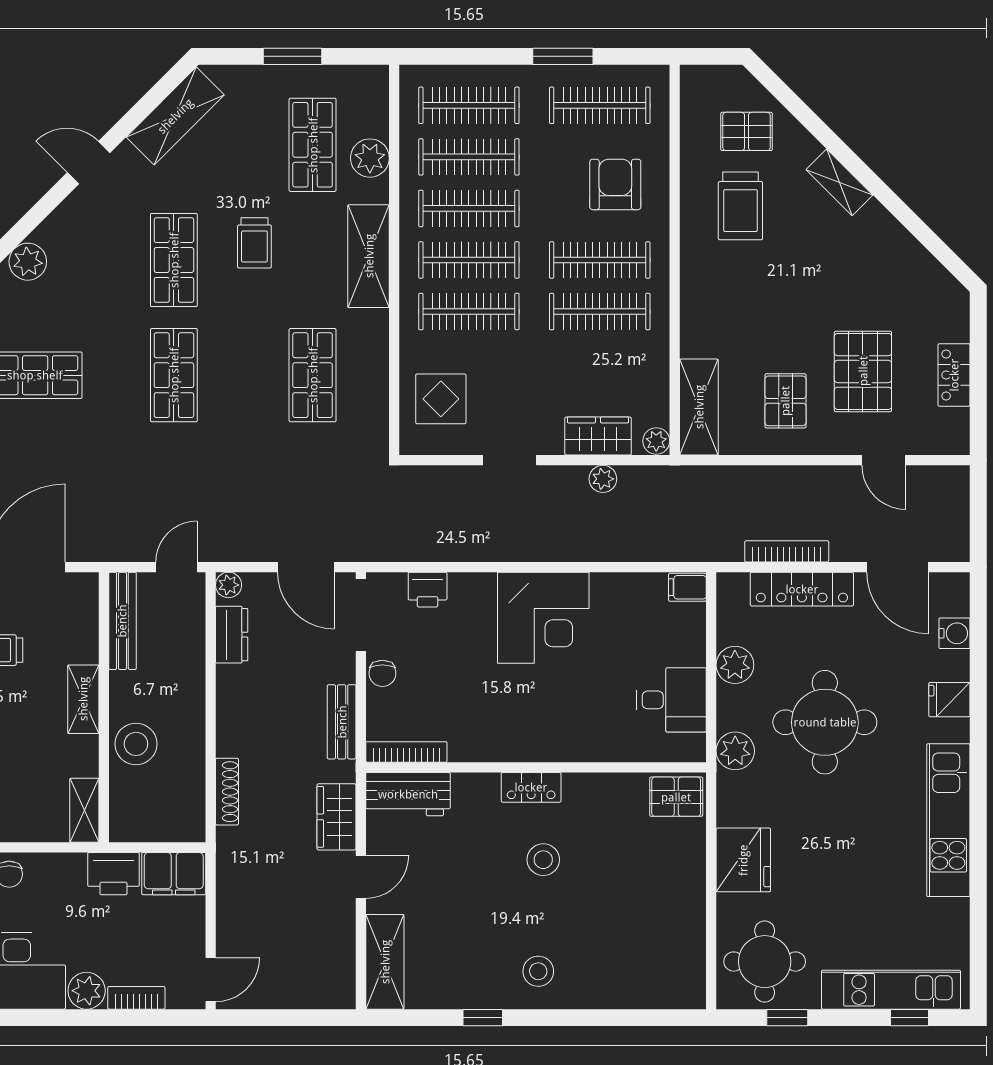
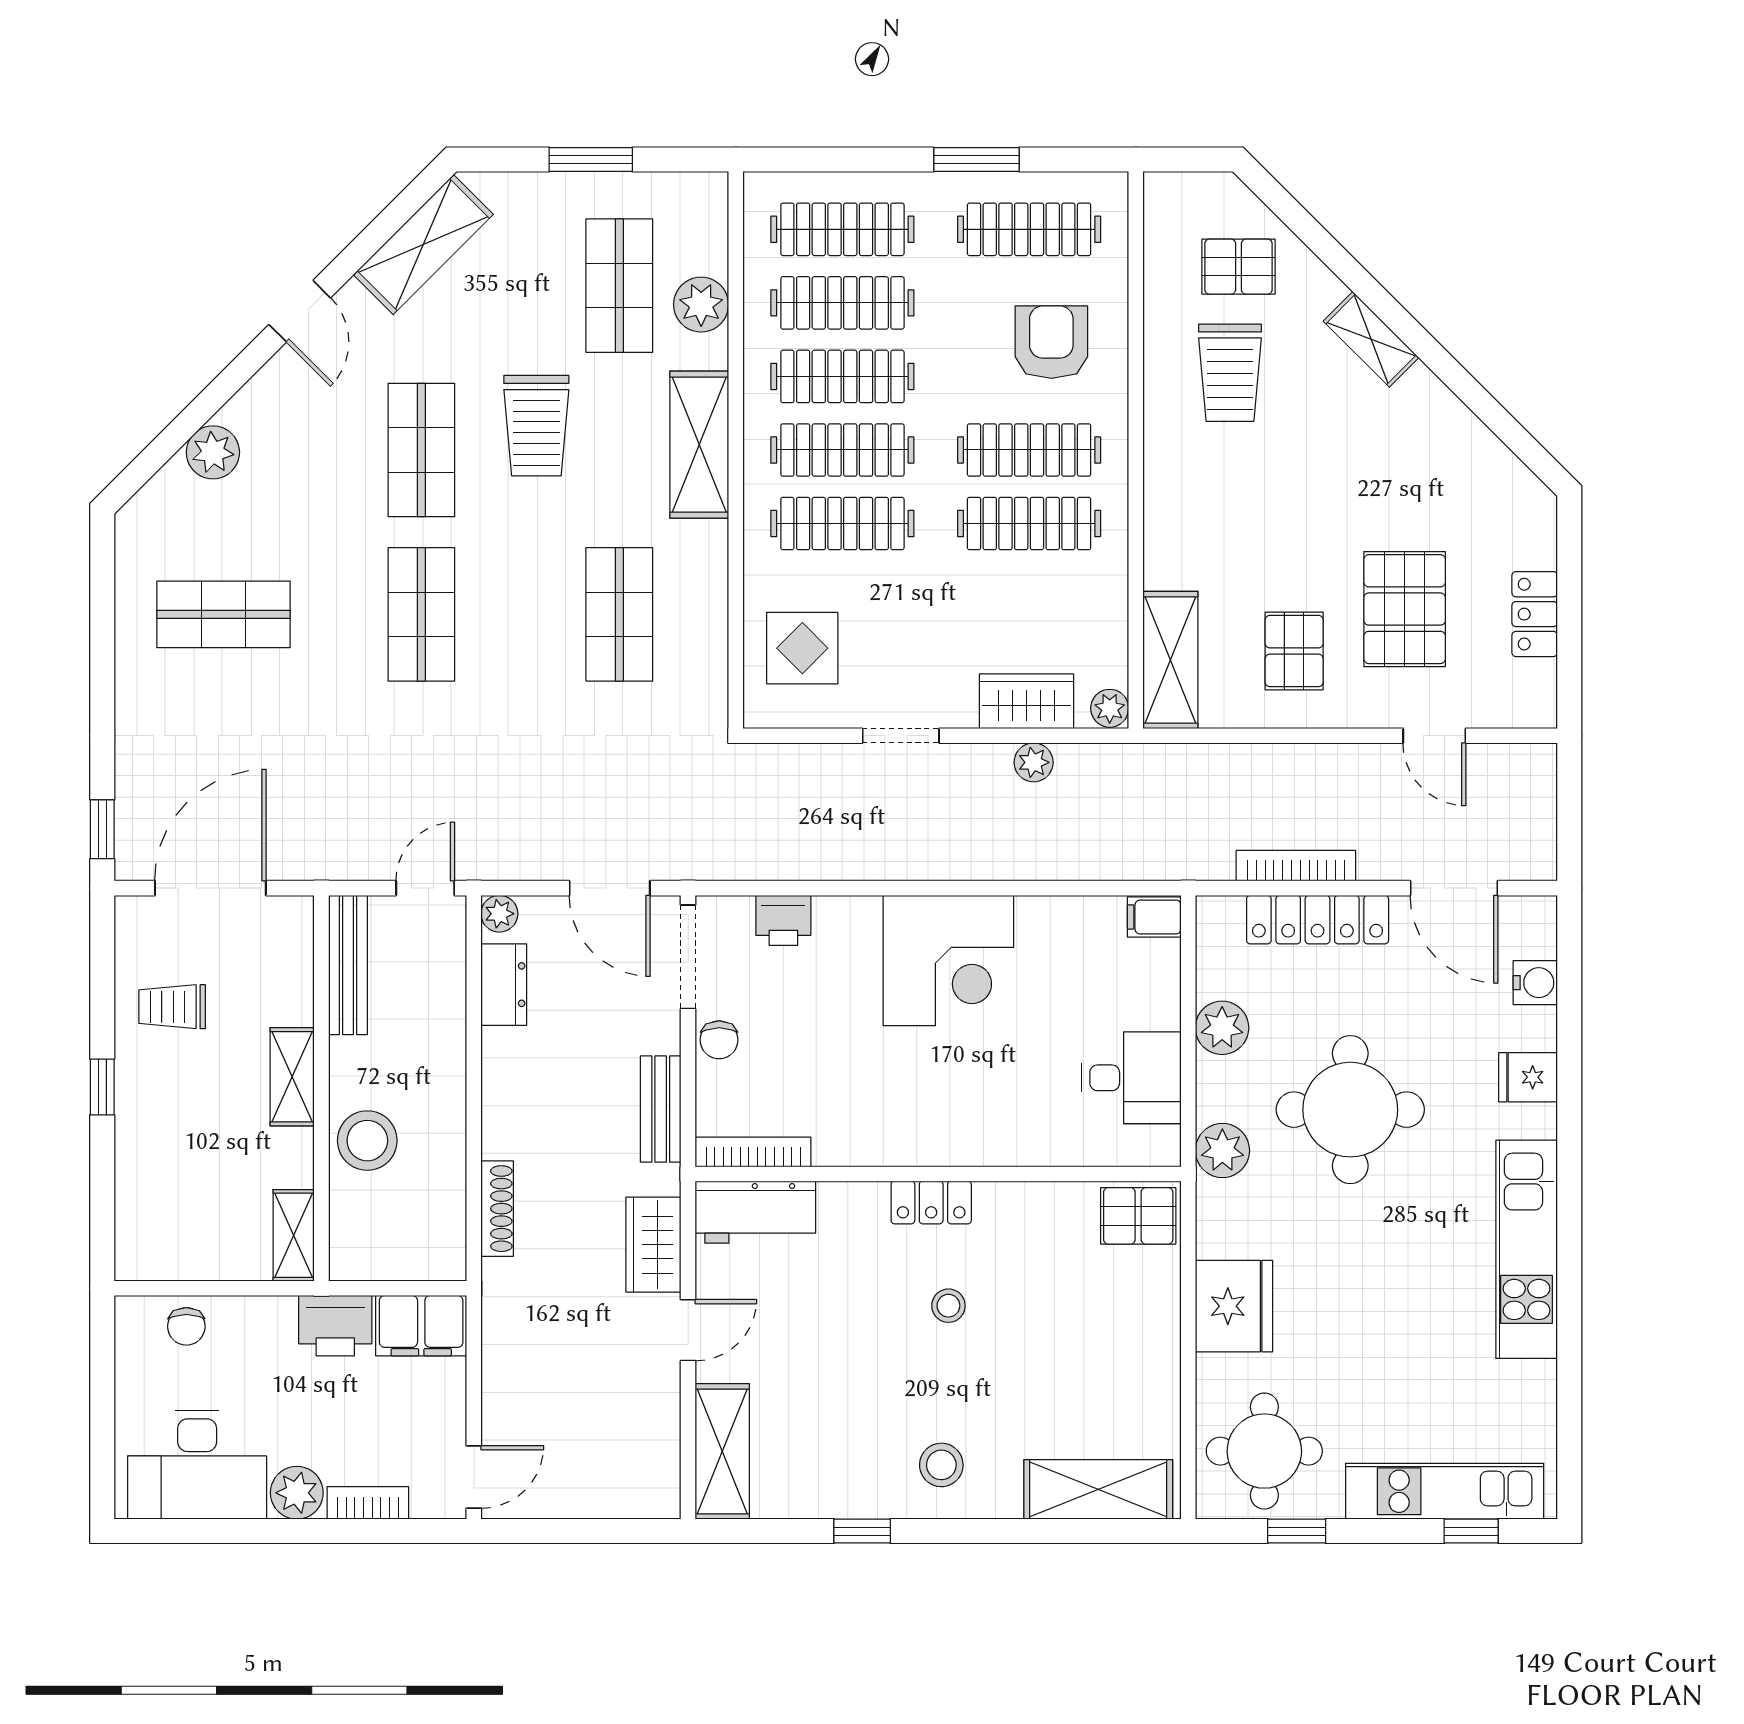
door: (89, 163) -> (300, 311), swing flipped
trolley: (254, 243) -> (536, 426), width x1.36, depth x1.39
stool: (543, 860) -> (948, 1306), width x0.73, depth x0.73
shelving: (648, 988) -> (1098, 1489), added

